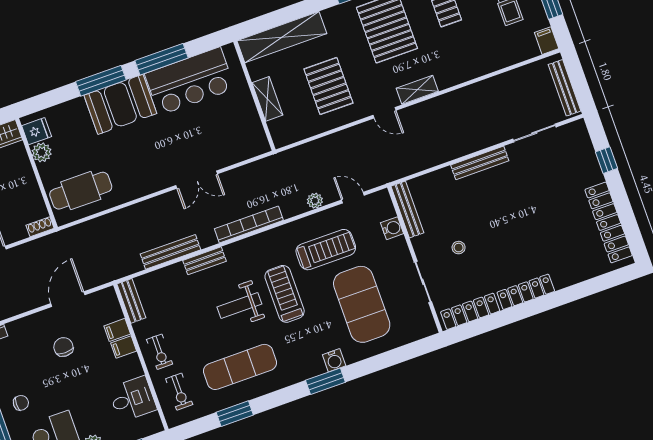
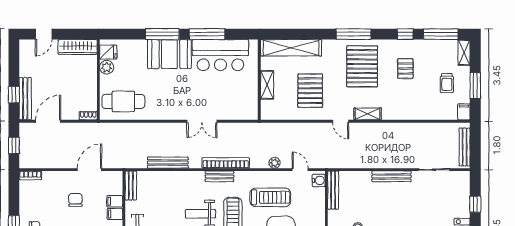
water cooler: (392, 228) -> (319, 180), moved
bench: (205, 261) -> (219, 176), moved

